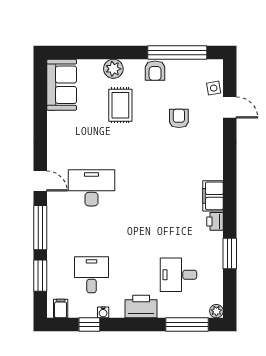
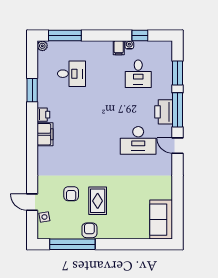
plant: (113, 69) -> (121, 232), removed
rug: (120, 105) -> (98, 201), moved
printer: (141, 306) -> (164, 112), moved, turned 90
filing cabinet: (61, 309) -> (119, 48), moved

